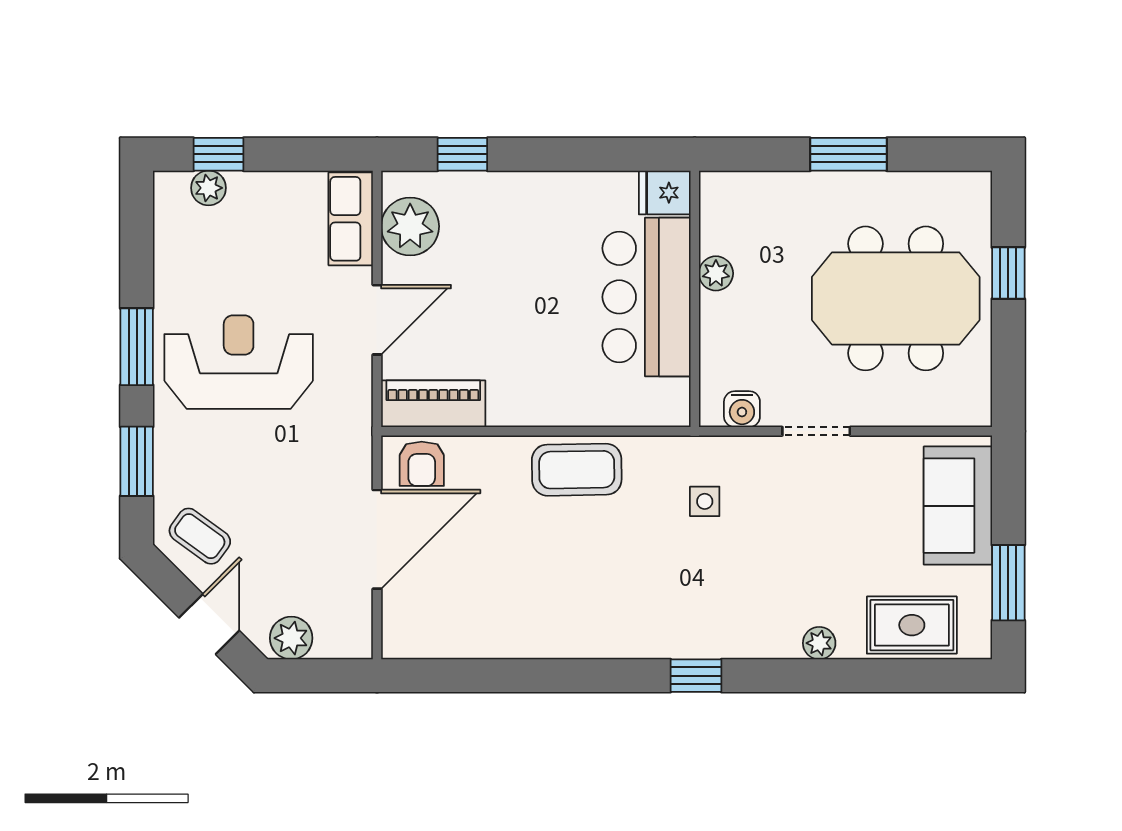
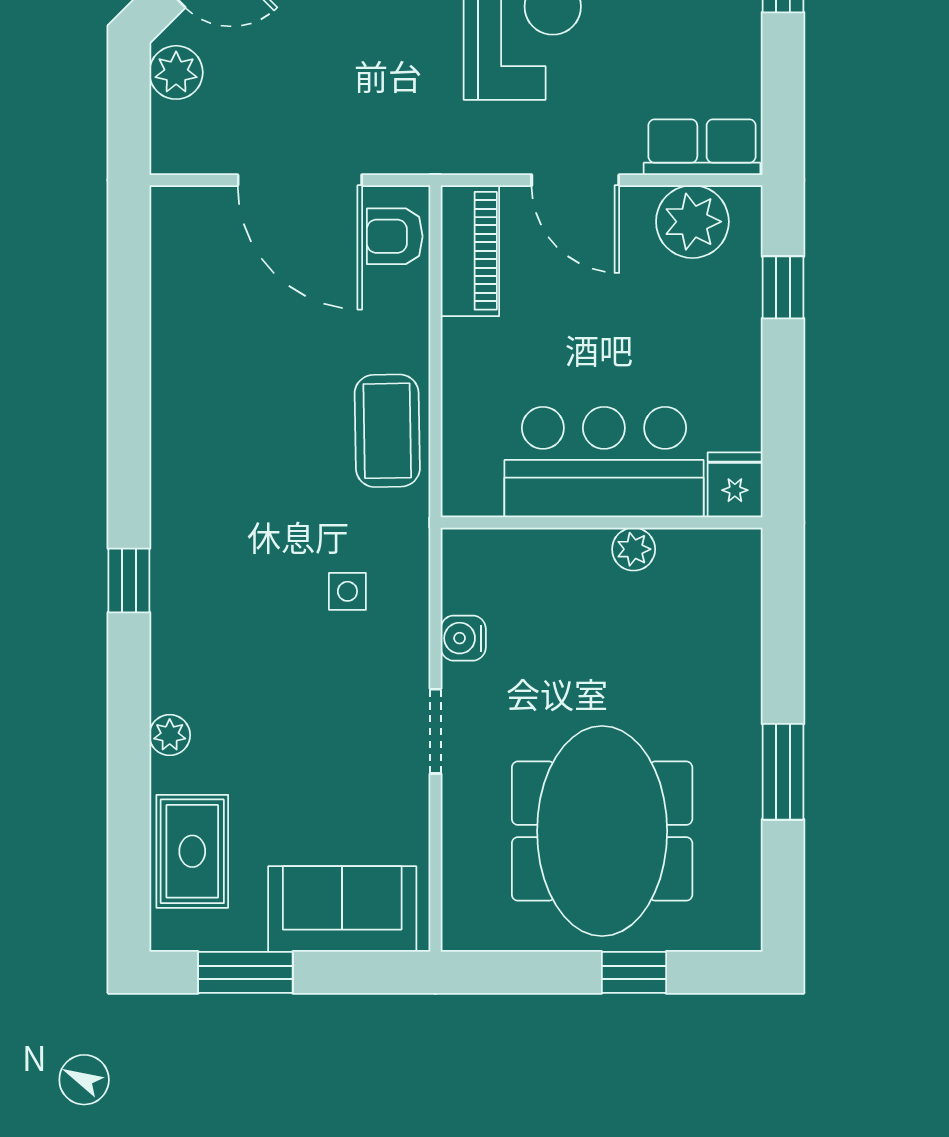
fridge: (665, 193) -> (735, 485), moved
plant: (716, 273) -> (634, 549), moved
bar counter: (647, 297) -> (604, 462), moved
wall: (695, 299) -> (602, 523), moved

